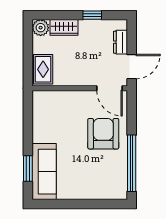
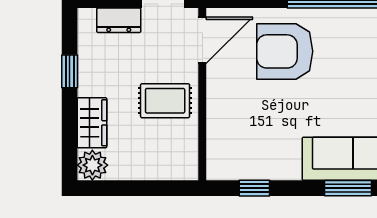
rug: (43, 69) -> (165, 101), moved
window: (28, 117) -> (254, 188), added

